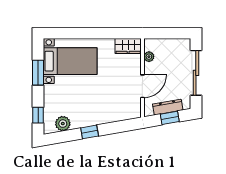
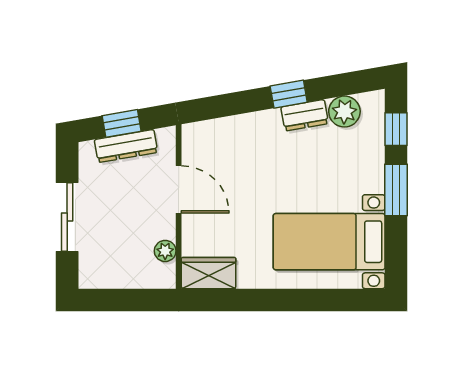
window: (38, 73) -> (396, 190), moved
sliding door: (196, 73) -> (67, 217), width x0.73
door: (142, 86) -> (179, 189), swing flipped
dresser: (82, 122) -> (305, 115), added

